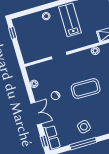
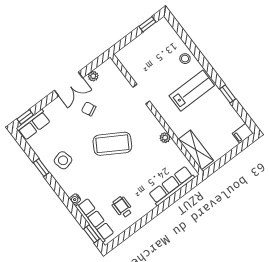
coffee table: (86, 88) -> (112, 144), turned -60
double door: (36, 114) -> (69, 84), moved
window: (83, 144) -> (41, 168), width x0.46

